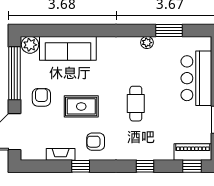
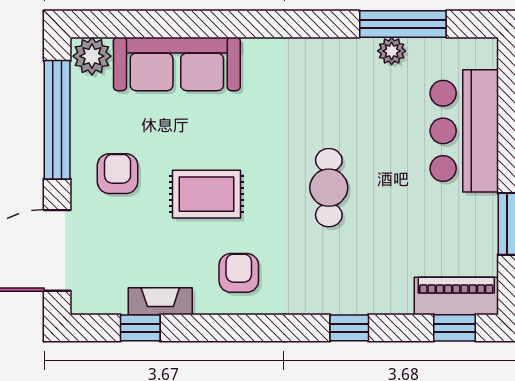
window: (169, 30) -> (403, 24), width x1.44
plant: (147, 43) -> (392, 51), moved
armchair: (96, 142) -> (239, 273), turned 90
window: (81, 166) -> (140, 328), moved

